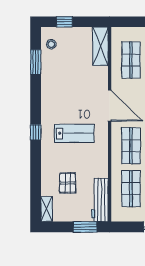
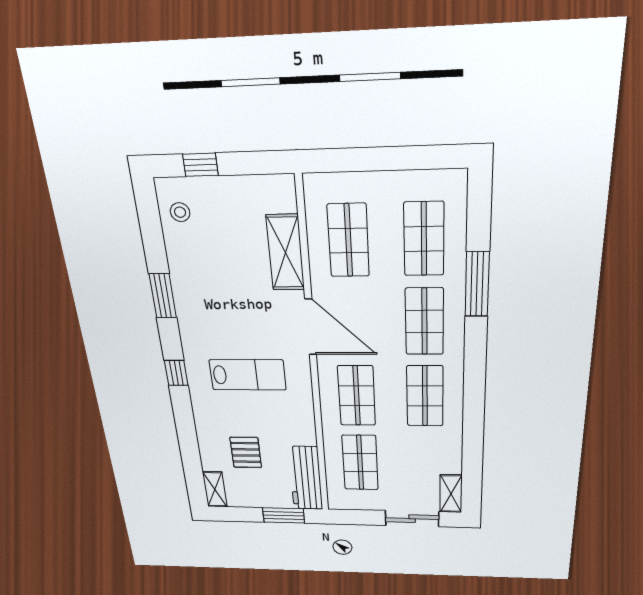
shelving: (100, 46) -> (285, 253), moved
window: (36, 62) -> (163, 296), moved

